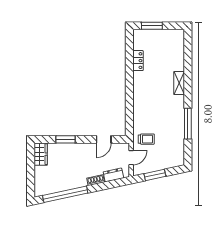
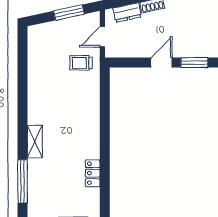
window: (188, 124) -> (23, 181), moved
door: (104, 139) -> (161, 63), moved

